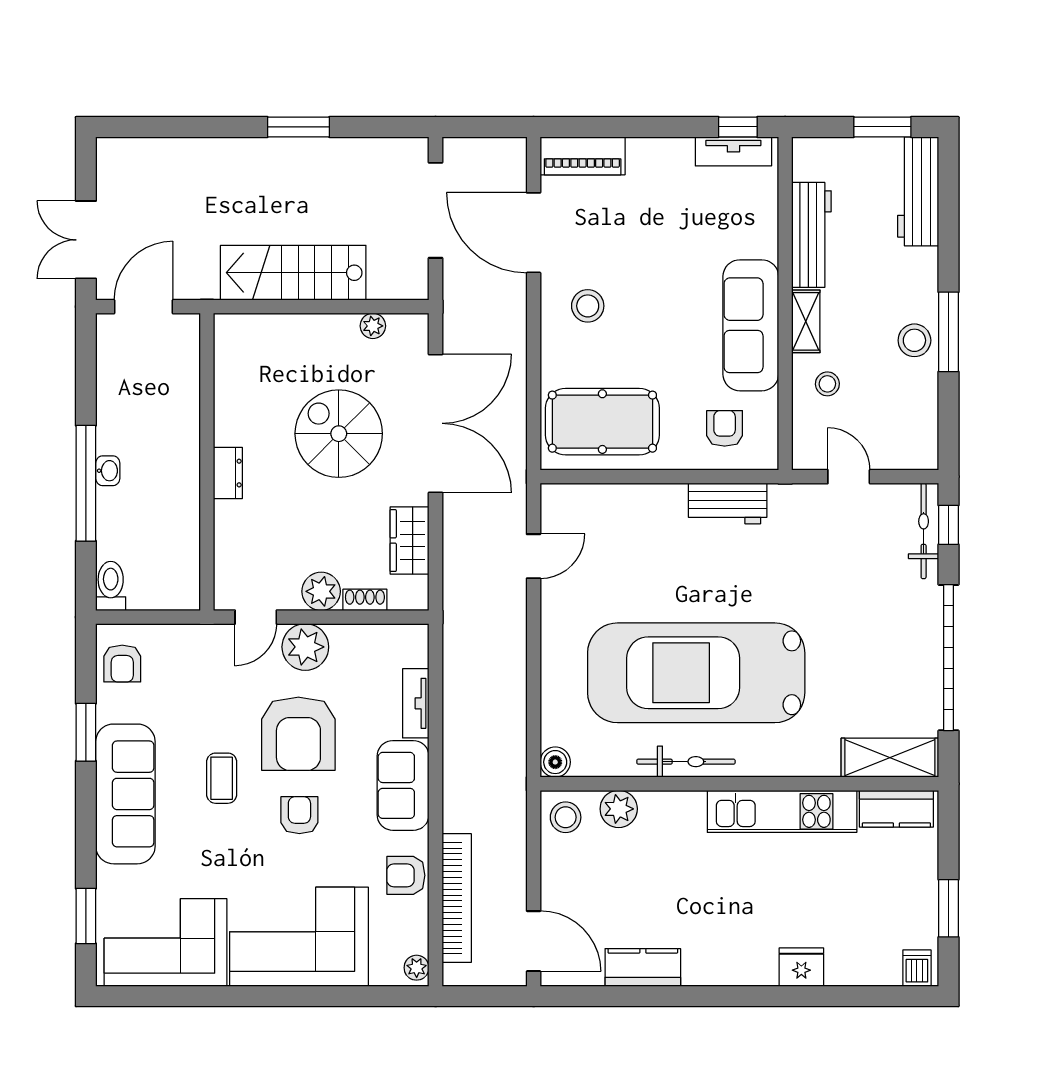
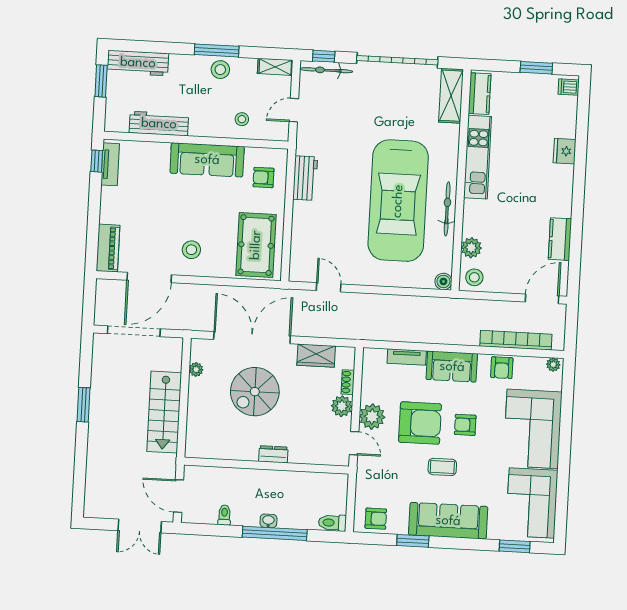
shelving: (806, 321) -> (275, 67), moved
toilet: (114, 391) -> (224, 515), added

